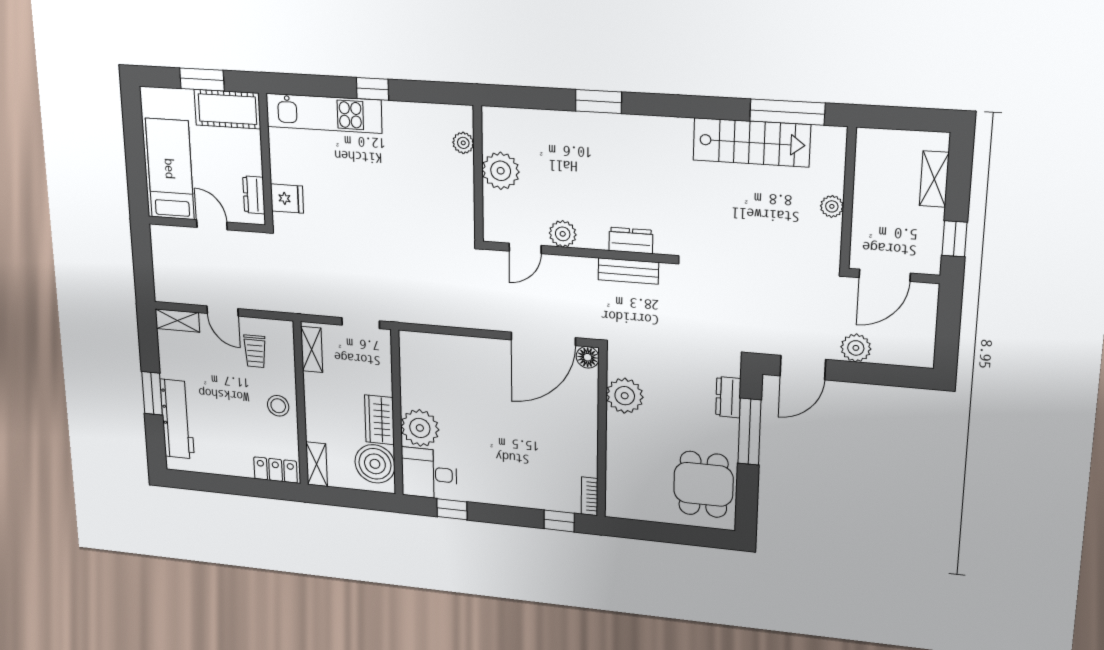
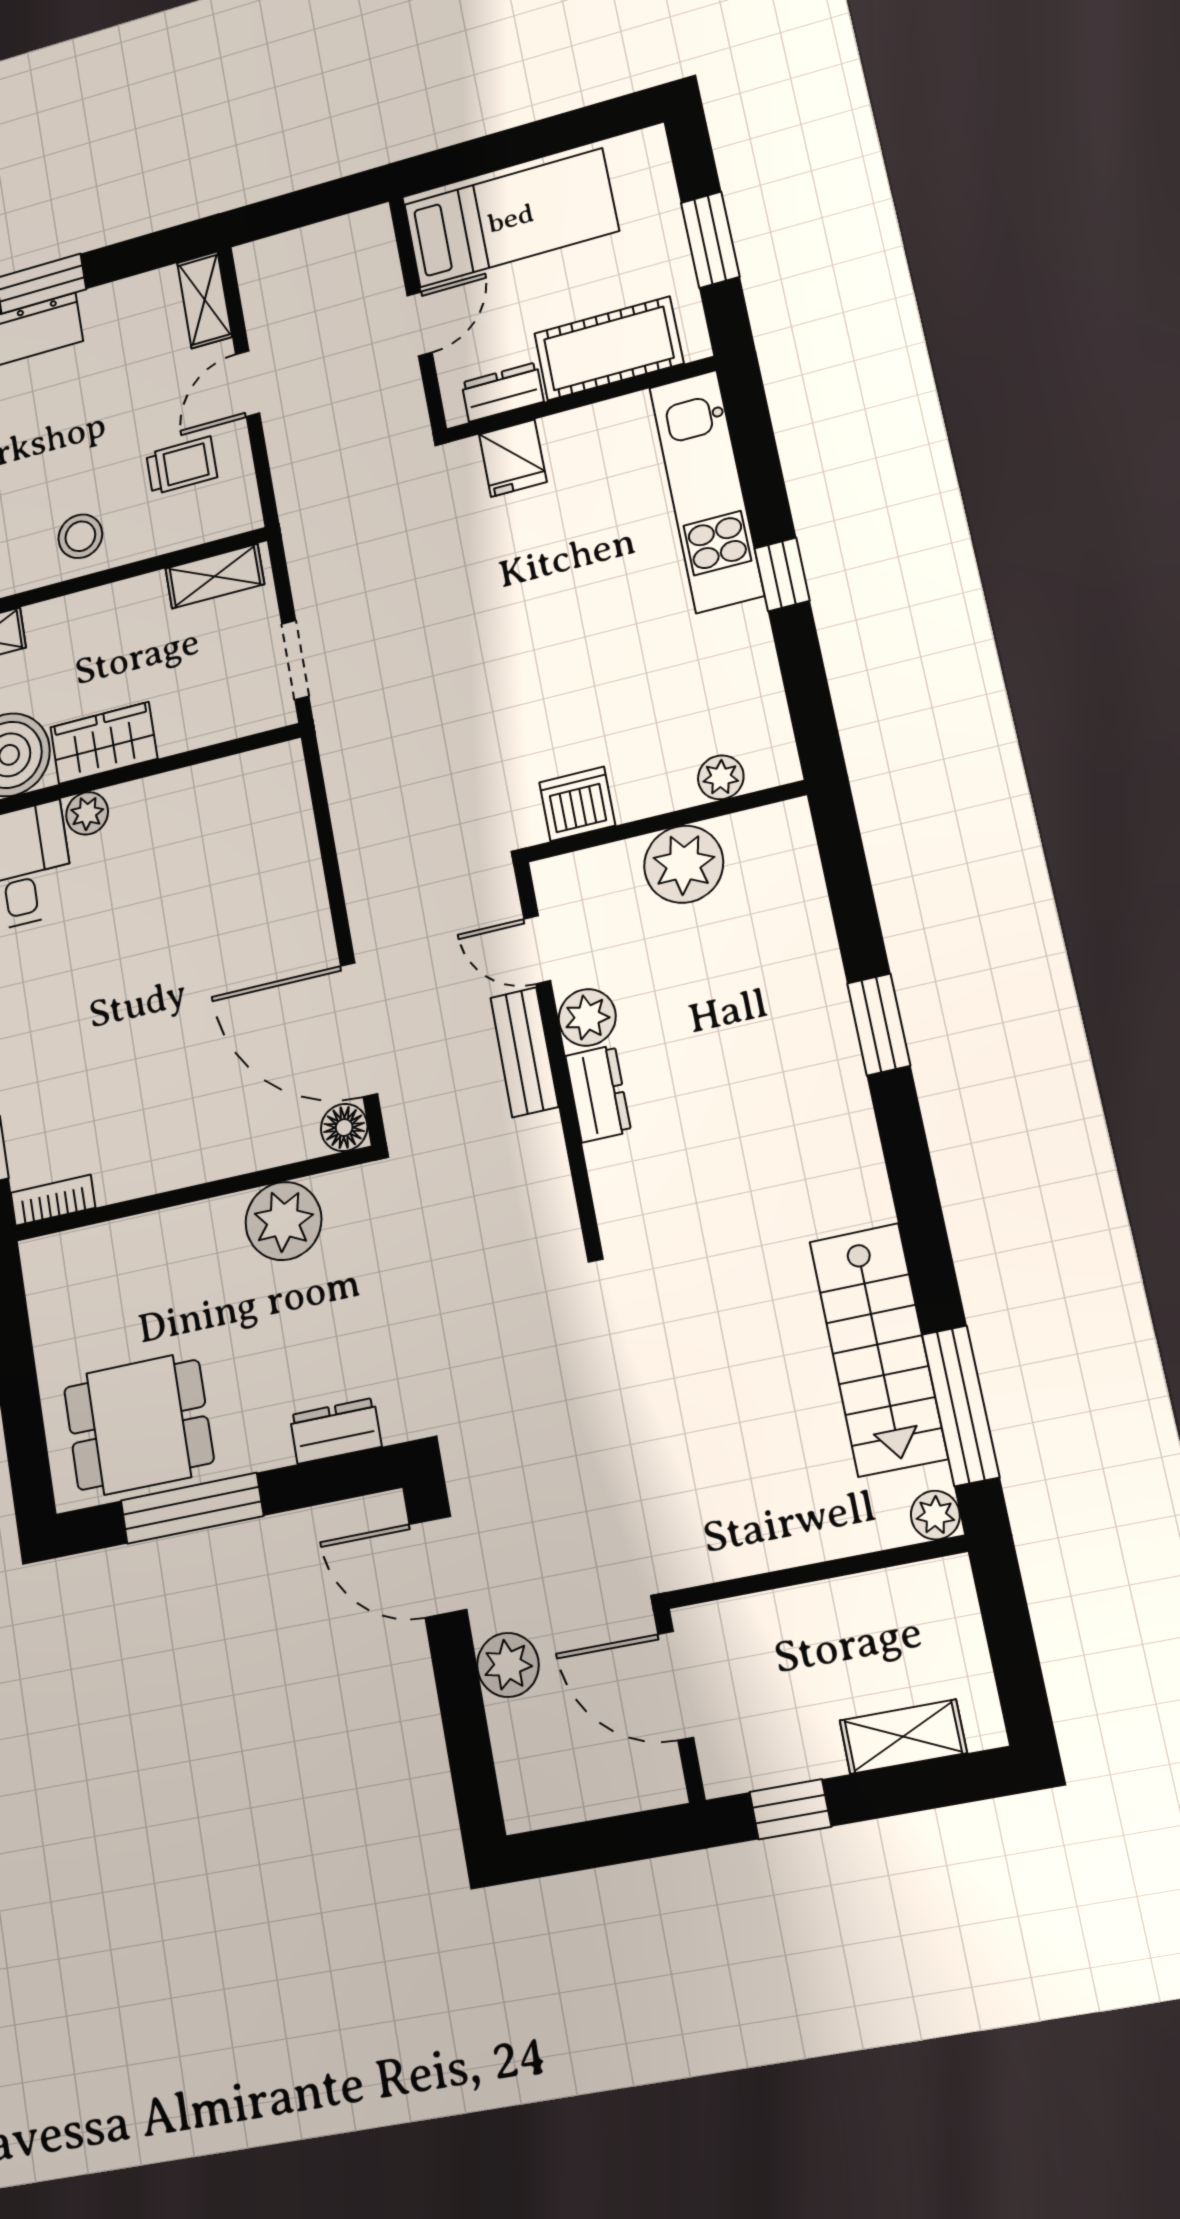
cot: (227, 109) -> (609, 348), moved, turned 90
plant: (832, 206) -> (935, 1515), moved
dishwasher: (460, 212) -> (577, 804), added
dresser: (631, 241) -> (598, 1094), moved
bench: (628, 271) -> (524, 1052), moved
trolley: (255, 351) -> (182, 466), turned 180
plant: (420, 428) -> (87, 813), width x0.53, depth x0.53
window: (749, 432) -> (192, 1508), moved

